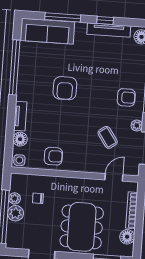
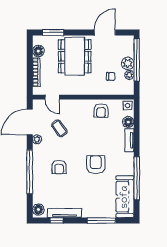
window: (105, 20) -> (57, 220), moved
sofa: (47, 31) -> (125, 197), moved, turned -90
armchair: (126, 97) -> (59, 167), moved, turned -90
armchair: (53, 156) -> (101, 110), turned -90
door: (114, 177) -> (52, 97), hinge flipped

